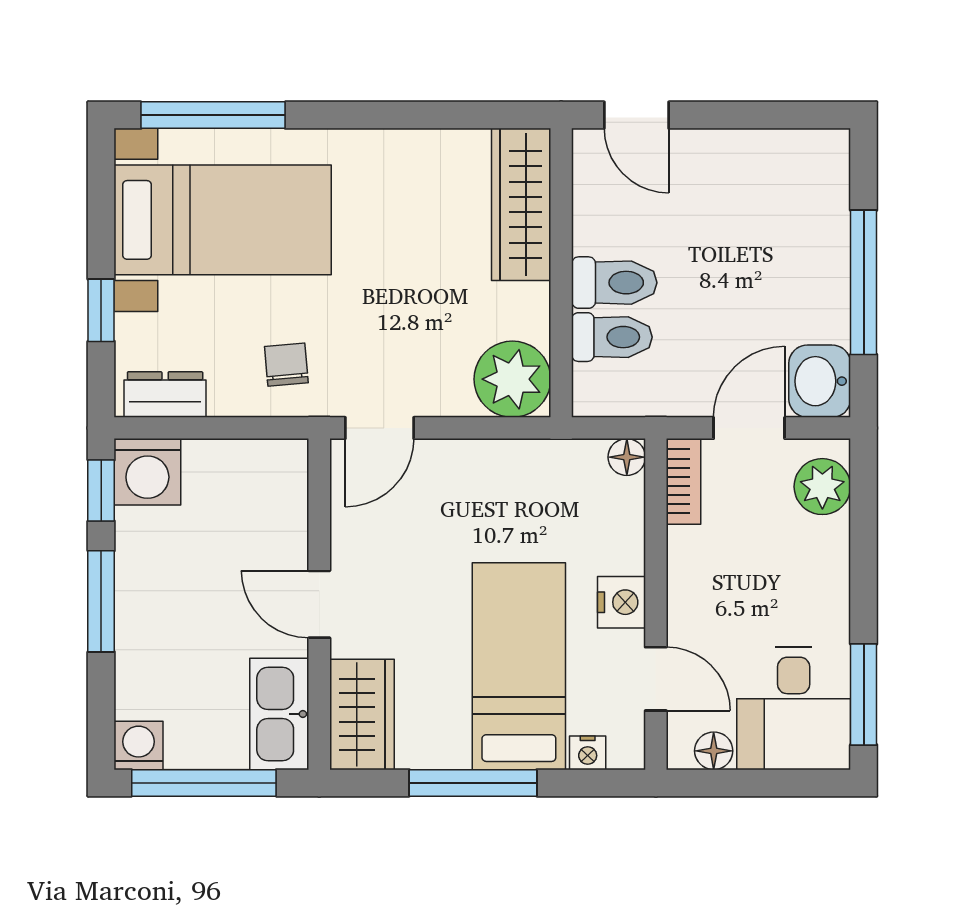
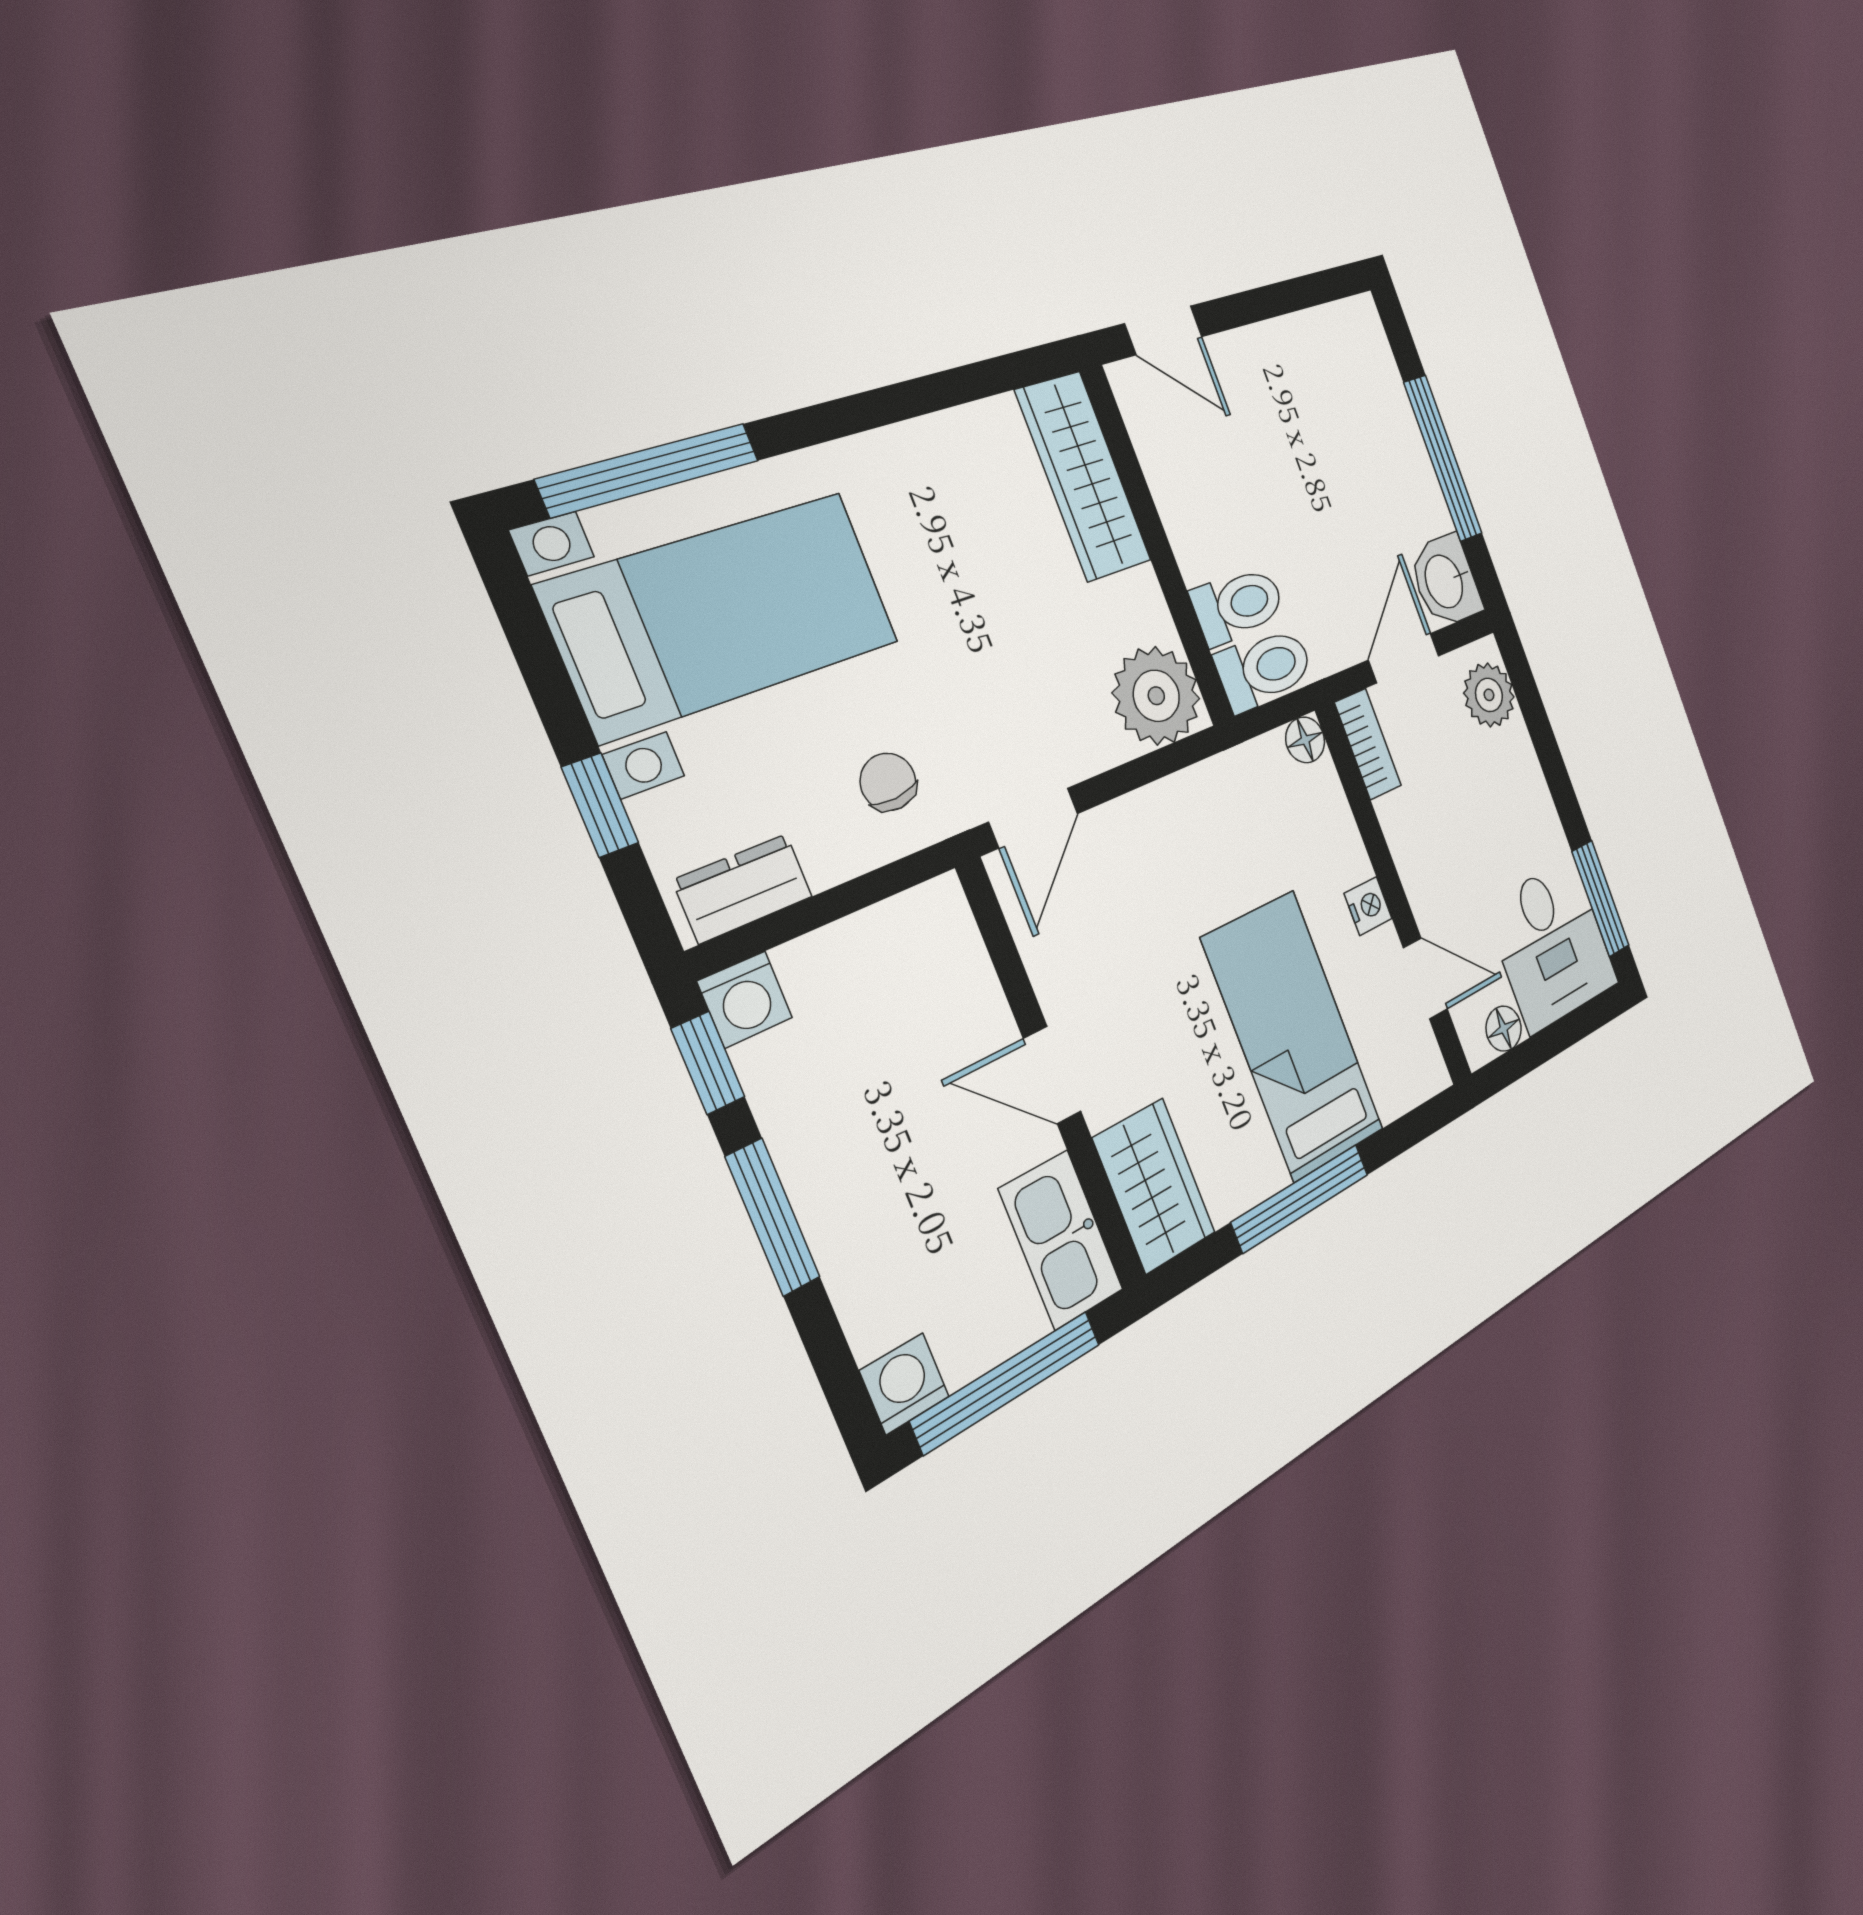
toilet: (614, 283) -> (1265, 669), moved
washing machine: (147, 472) -> (745, 1000), width x0.73, depth x0.73
nightstand: (621, 602) -> (1368, 906), width x0.72, depth x0.74
nightstand: (588, 753) -> (1395, 1097), removed

